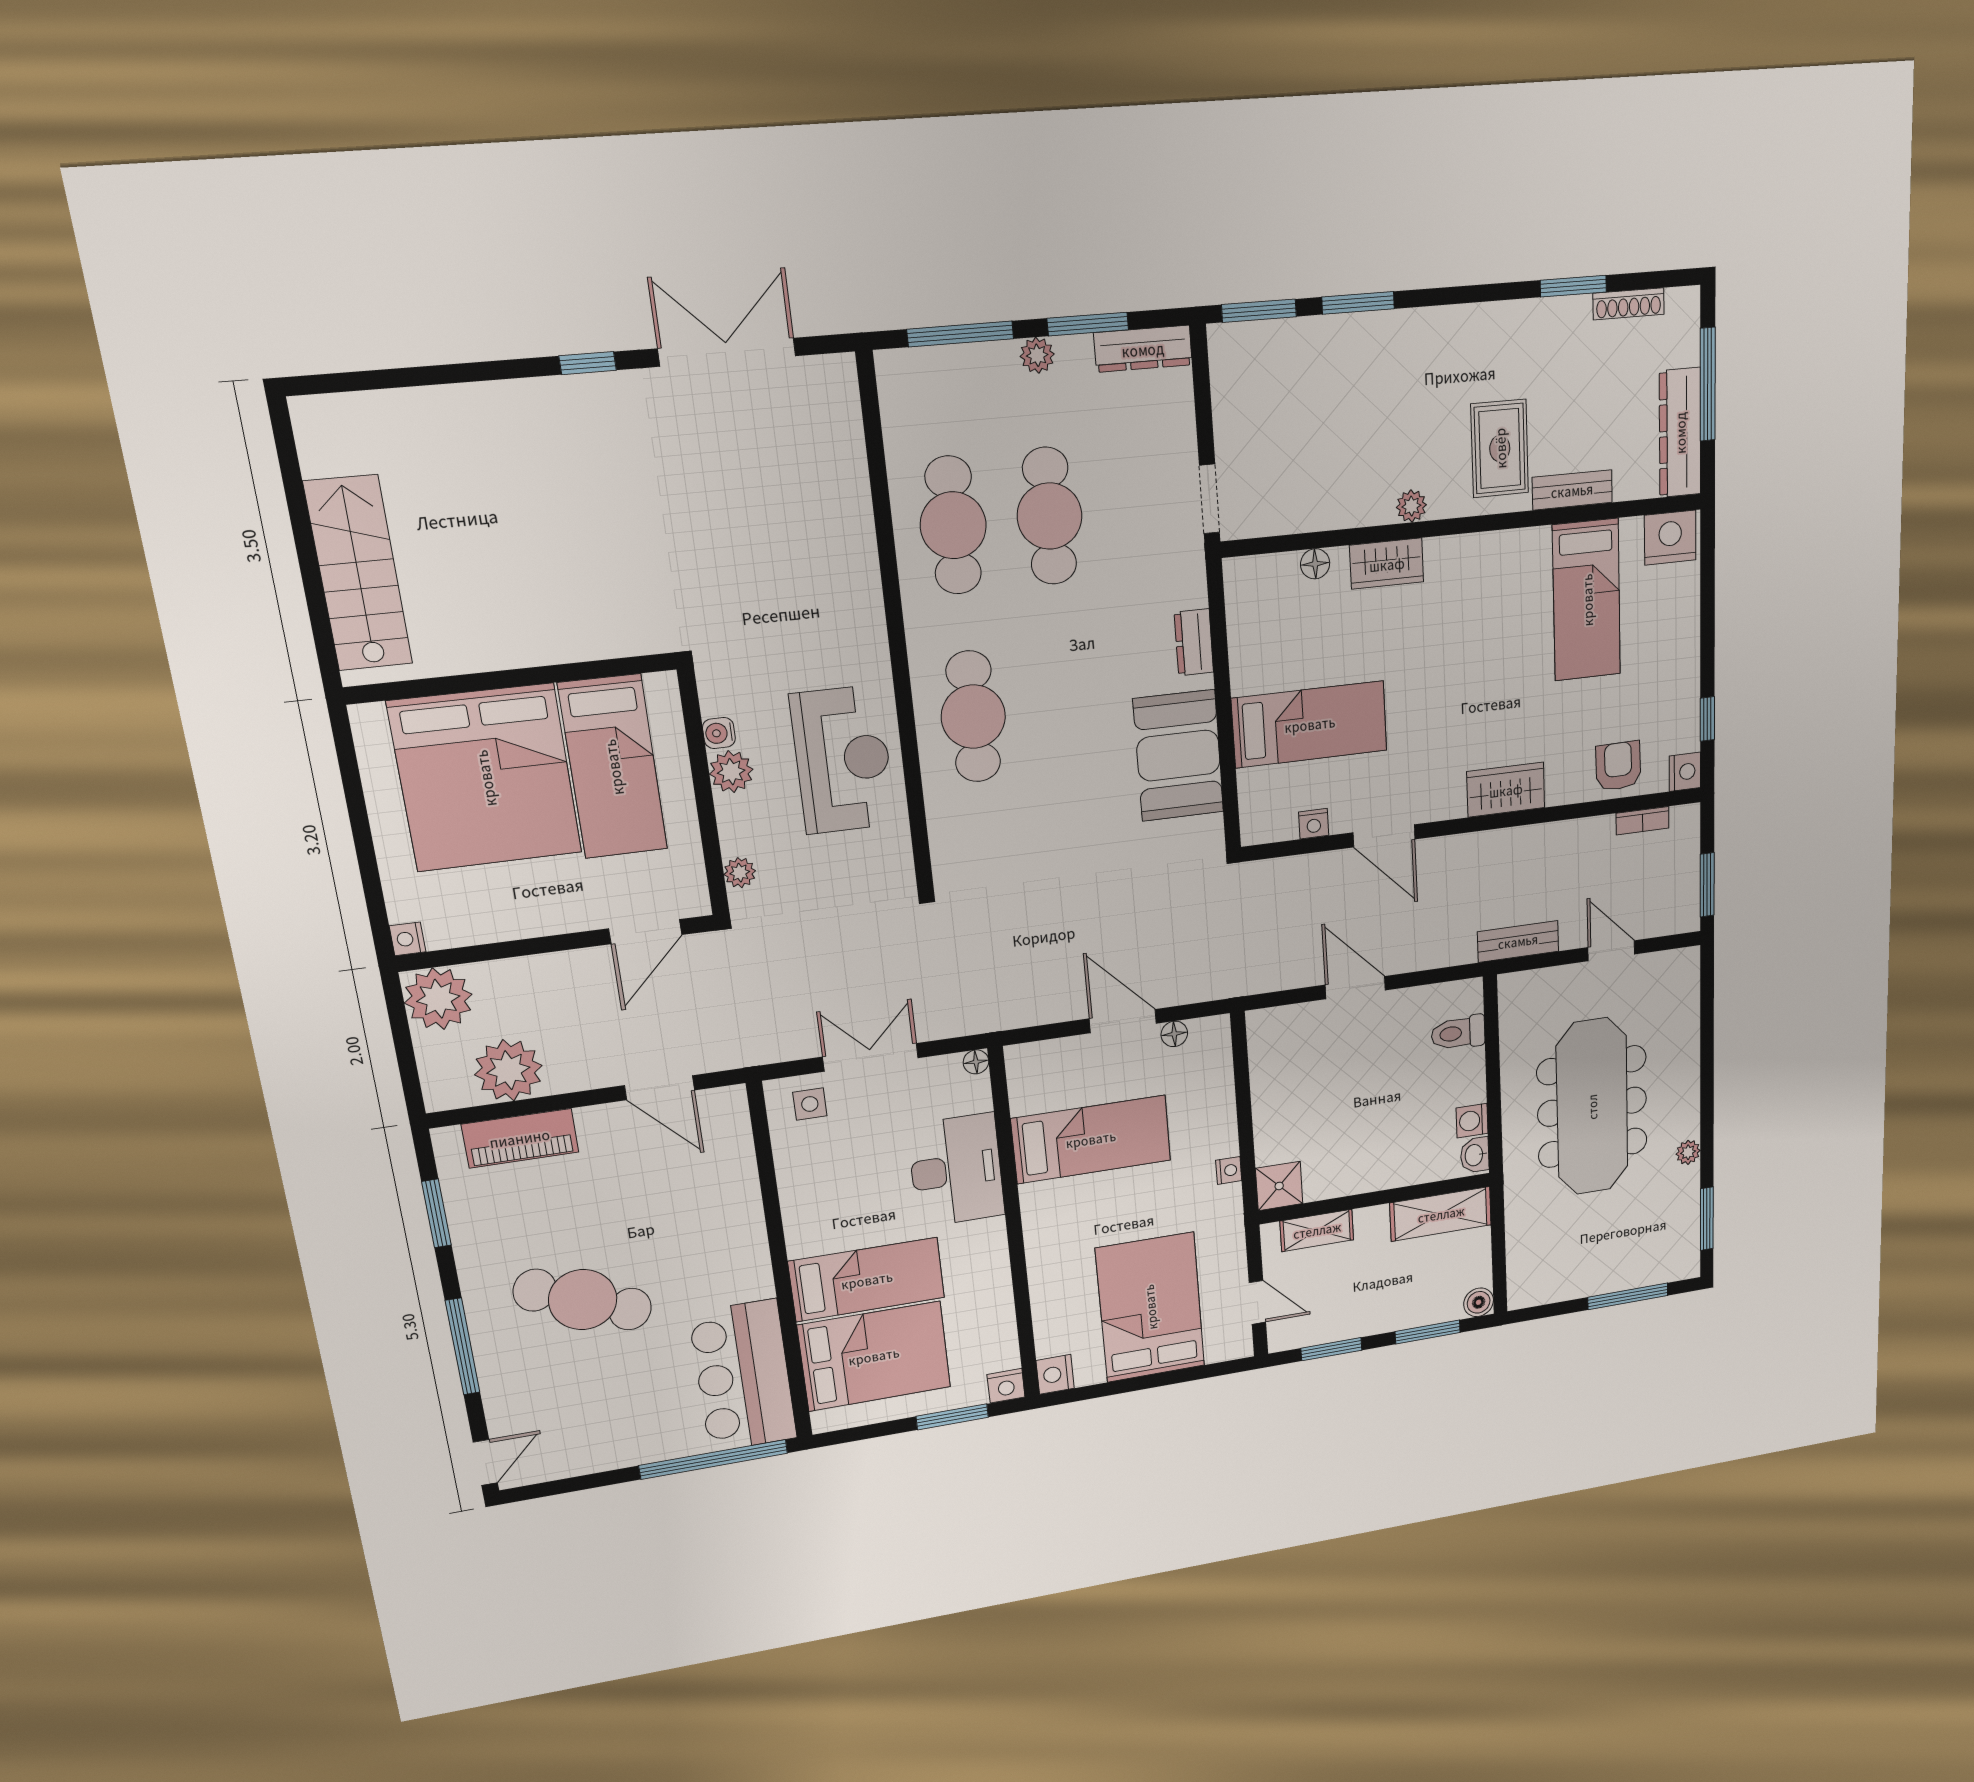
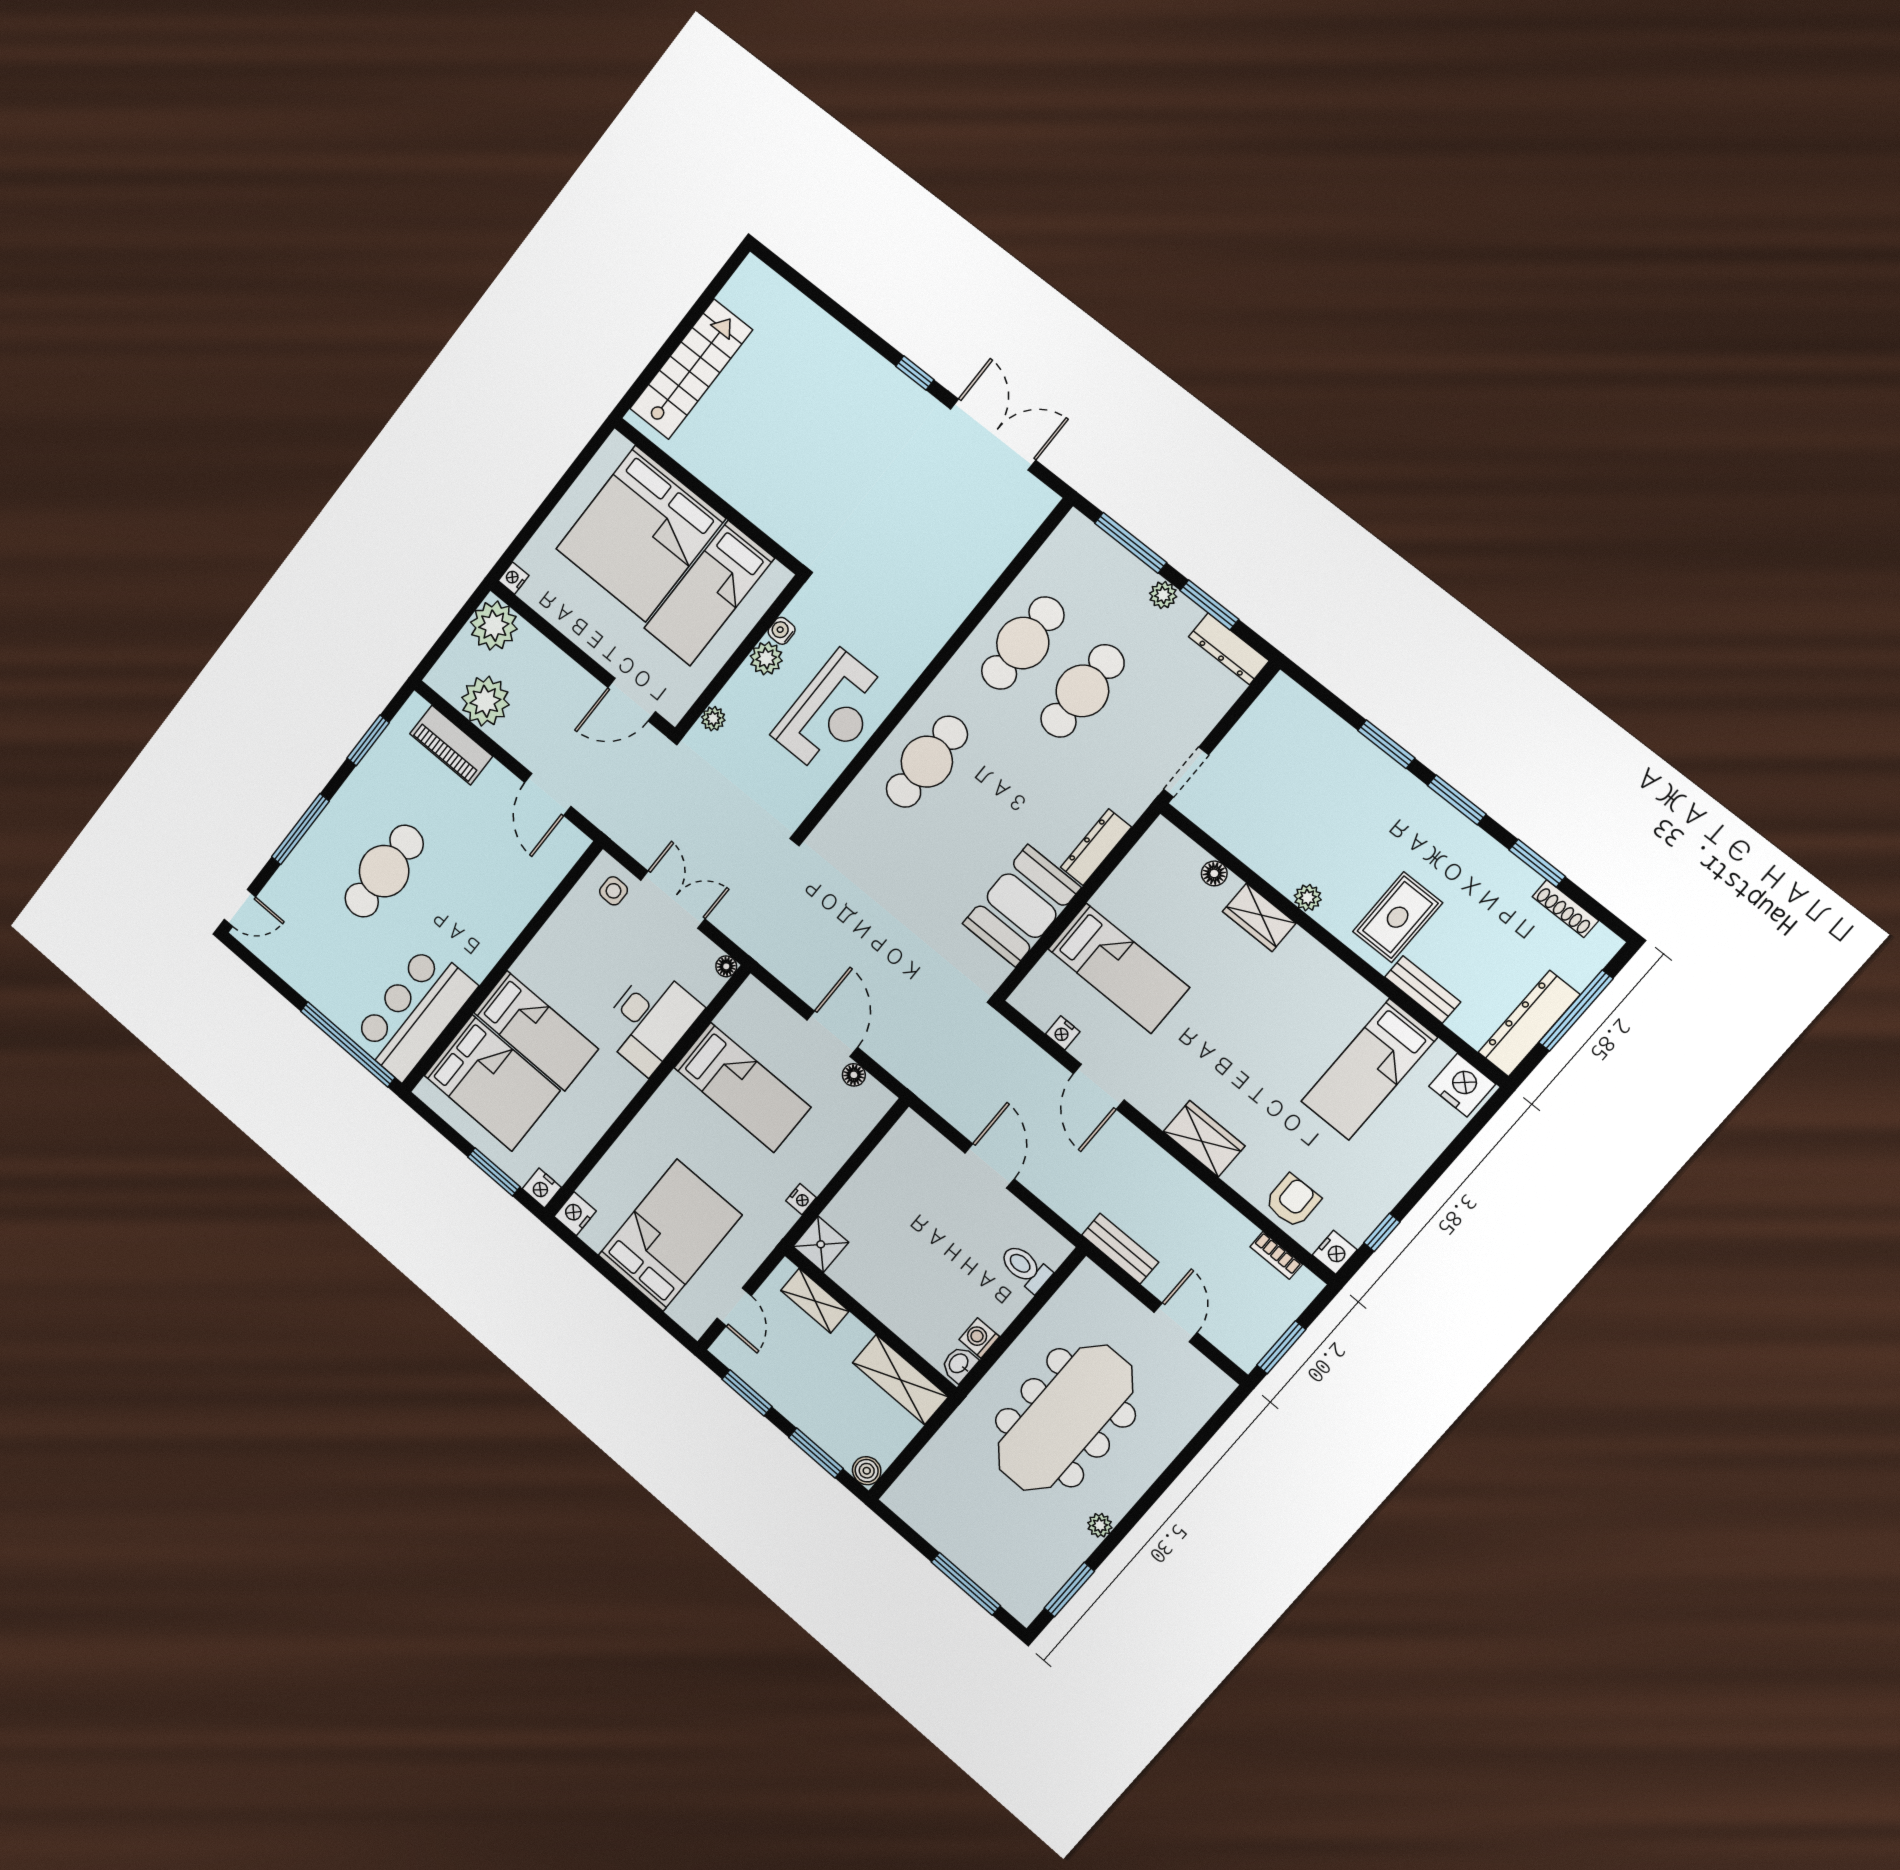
window: (1259, 311) -> (1457, 800), moved
dresser: (1194, 642) -> (1096, 847), width x1.44
cafe table: (583, 1300) -> (384, 871), turned 67

